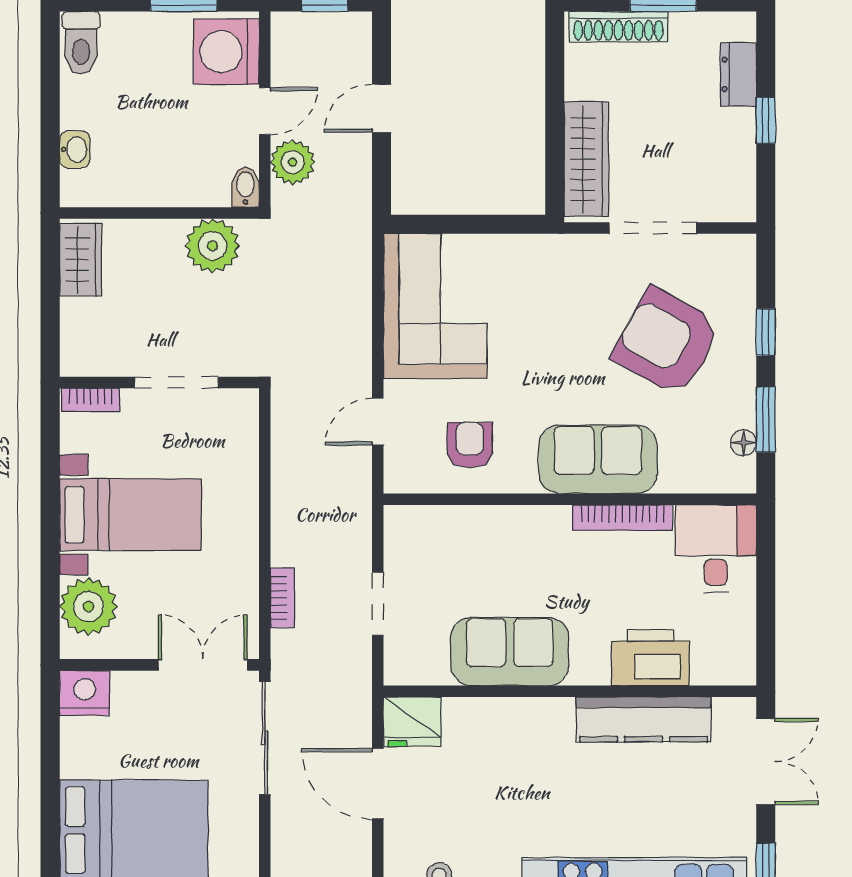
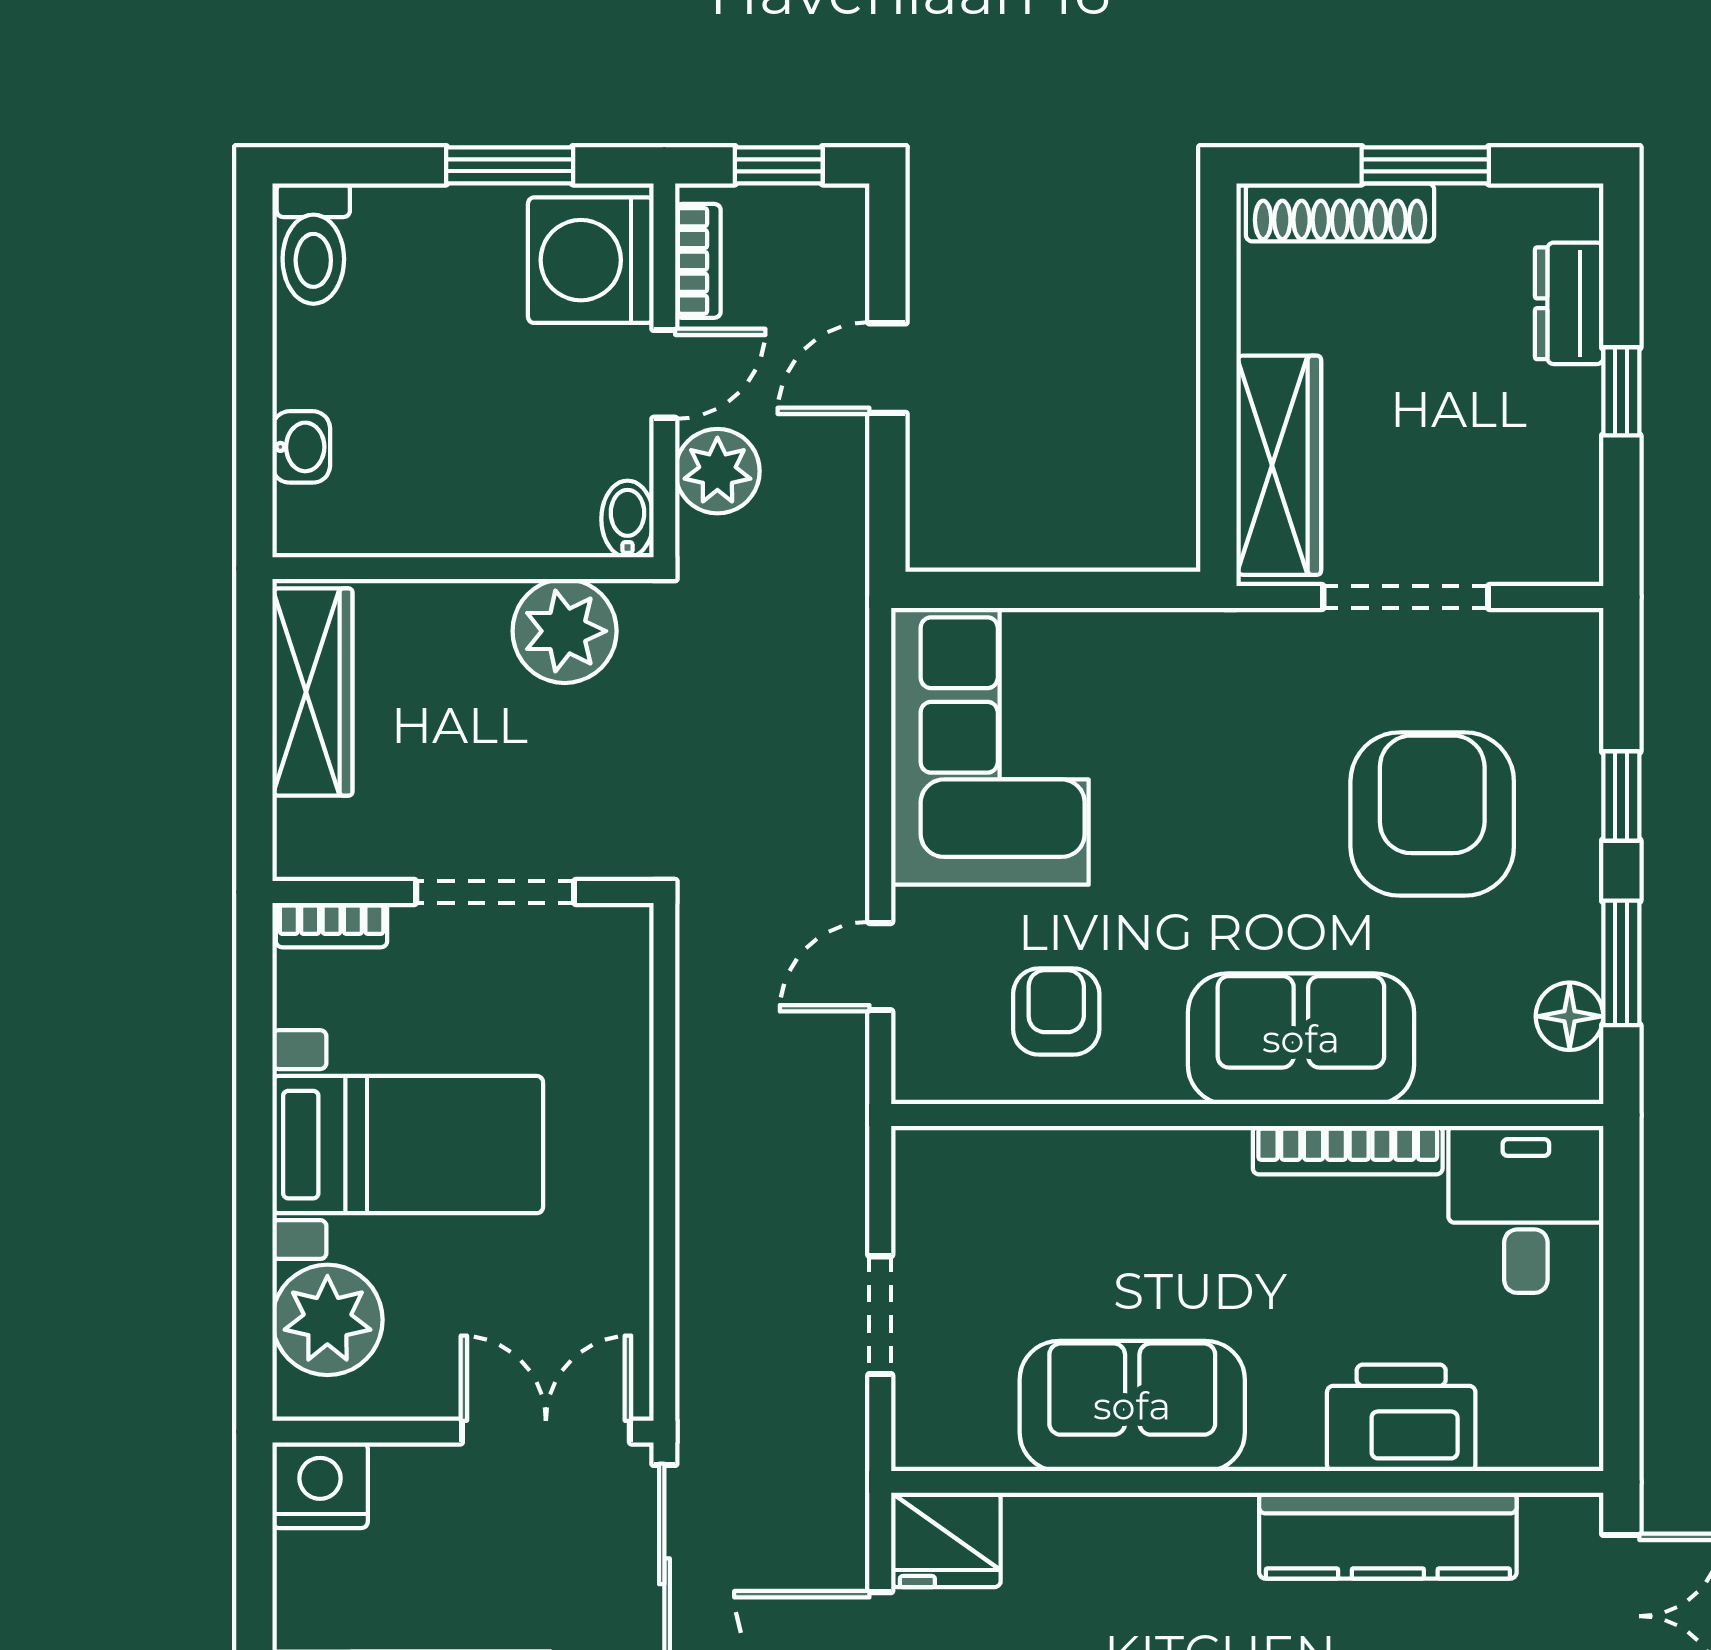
wardrobe: (81, 260) -> (312, 692), width x1.50
armchair: (667, 342) -> (1432, 814), turned 61
floor lamp: (743, 443) -> (1570, 1016), width x1.37, depth x1.37
bookcase: (282, 598) -> (698, 261), moved

